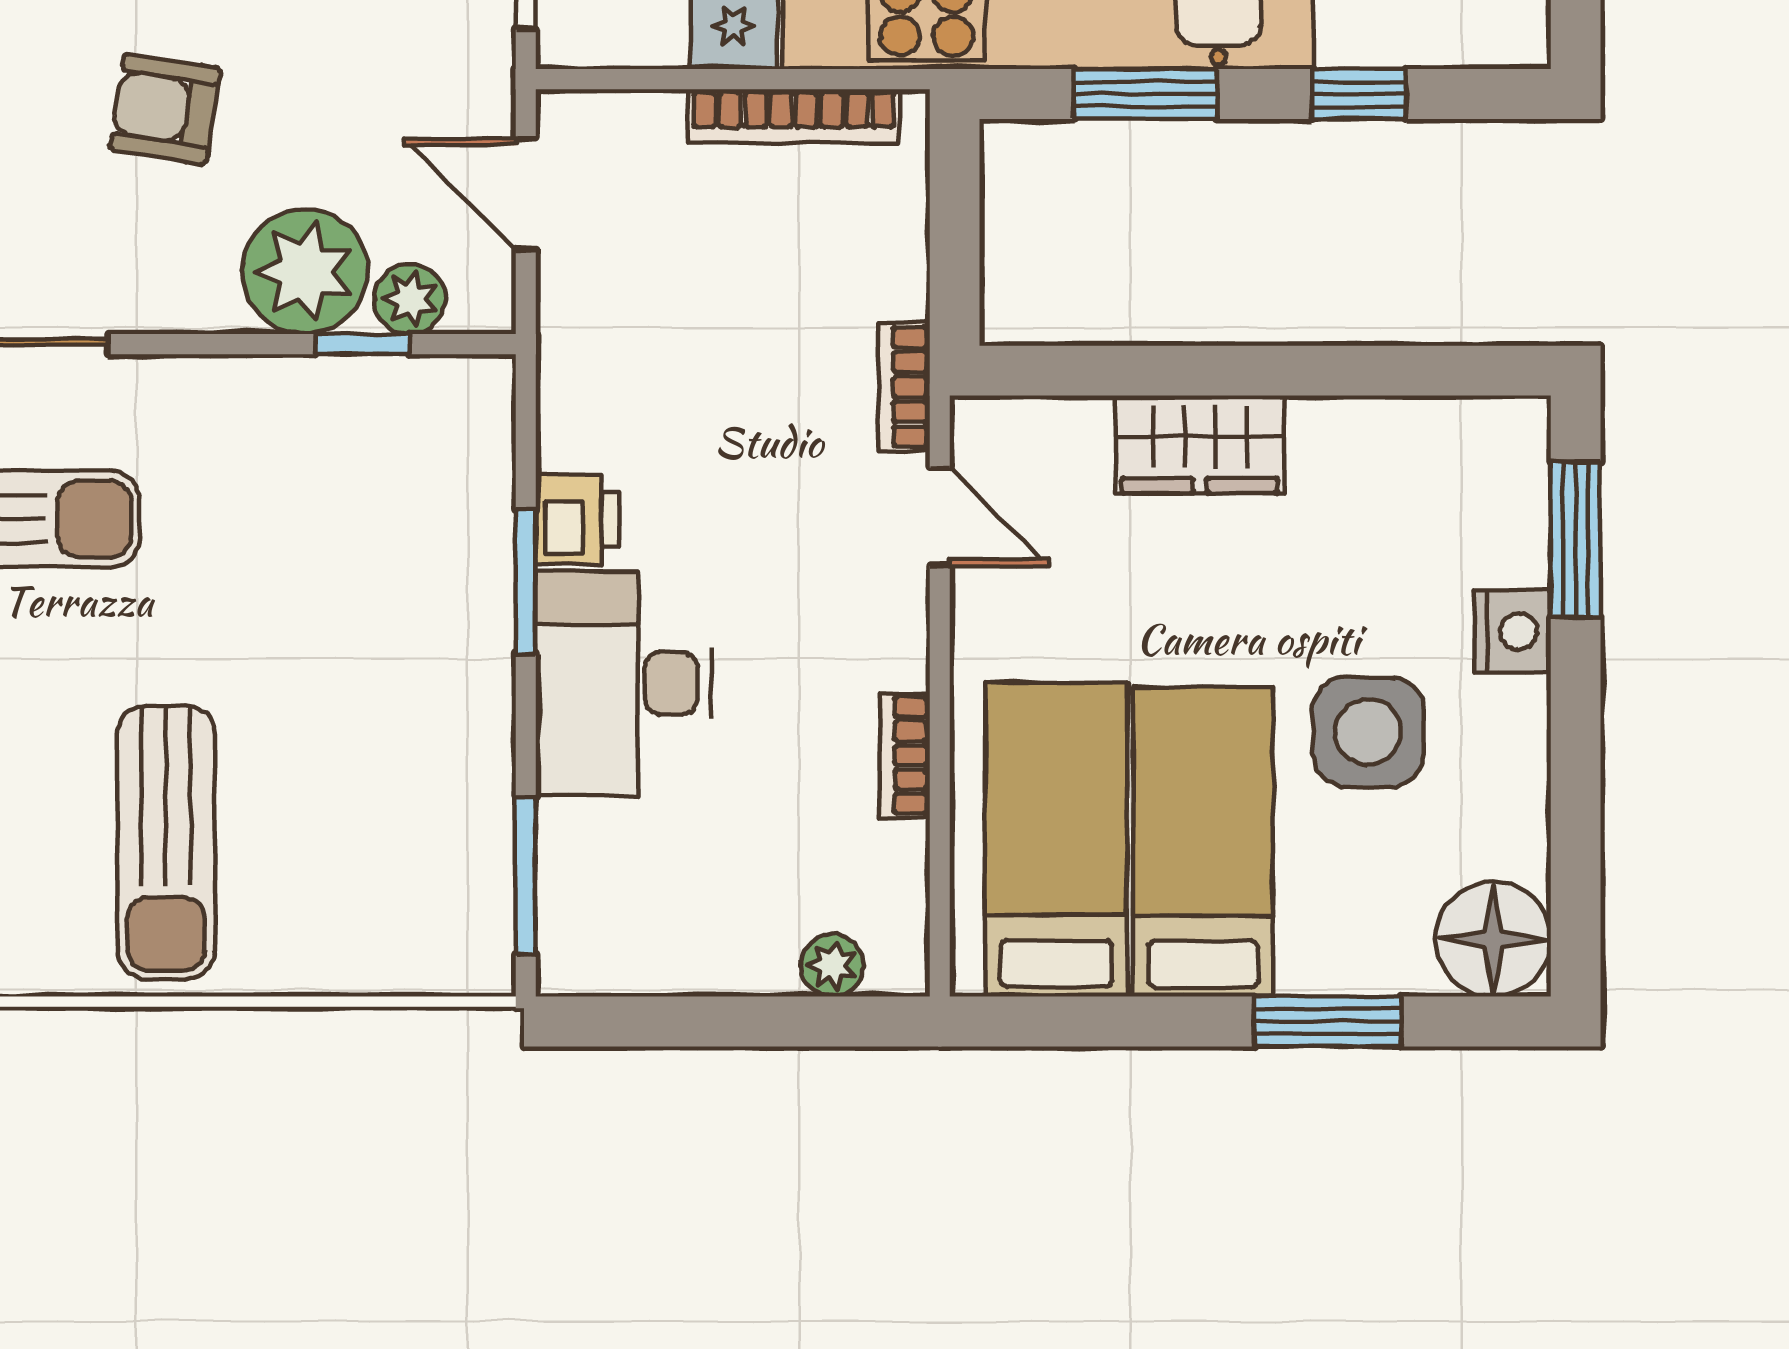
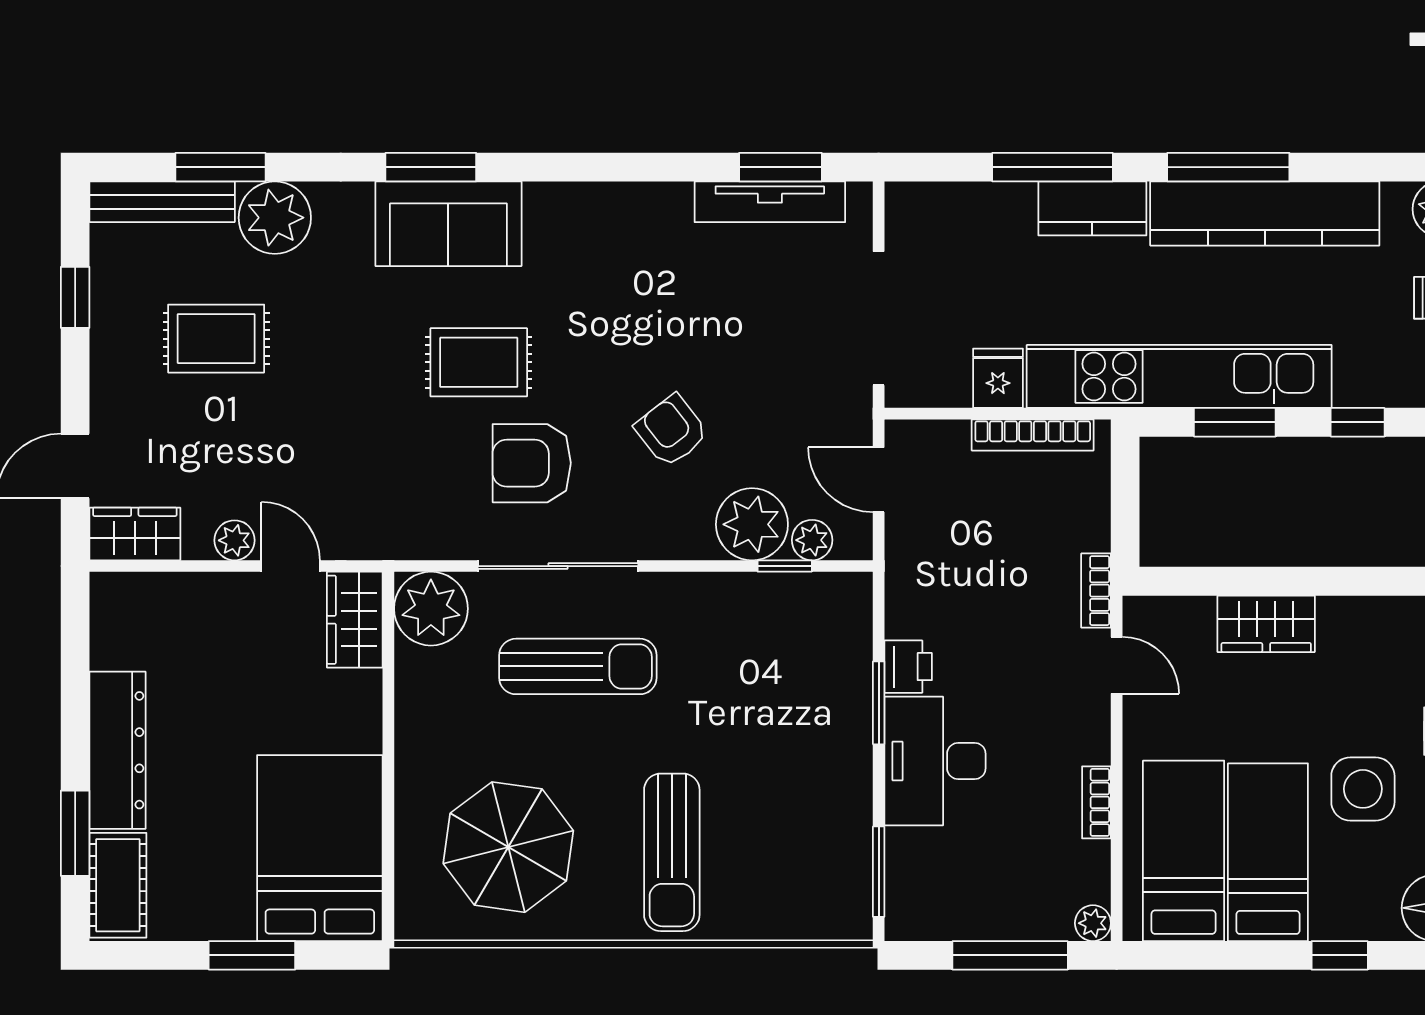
armchair: (165, 109) -> (671, 431), turned 43
plant: (832, 965) -> (1093, 923), moved
window: (754, 1021) -> (1010, 955), added
window: (1328, 1021) -> (1340, 955), width x0.67

